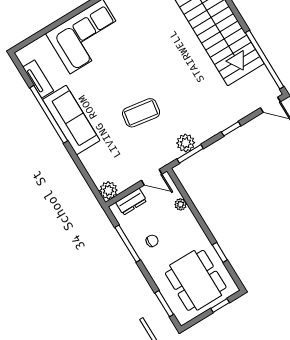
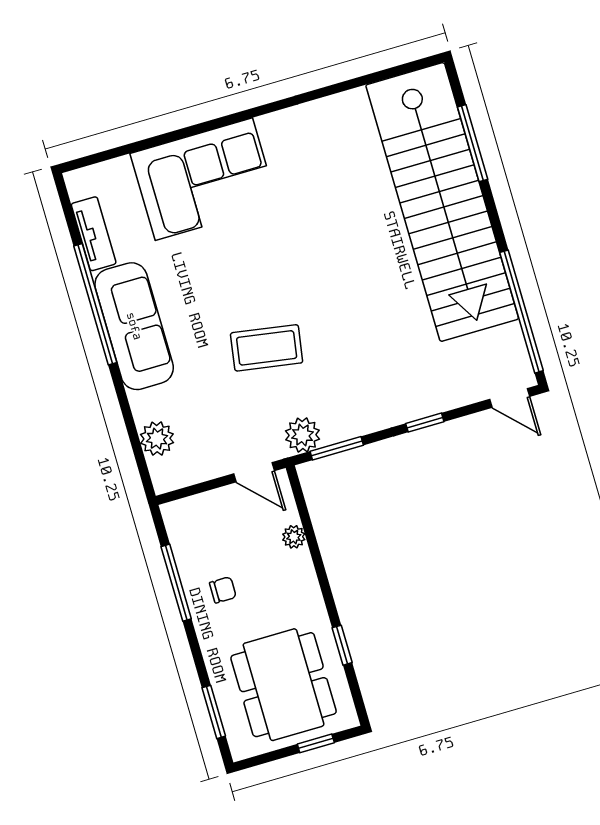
plant: (186, 143) -> (302, 435), moved
plant: (108, 190) -> (157, 439), moved
dresser: (131, 202) -> (204, 507), removed

